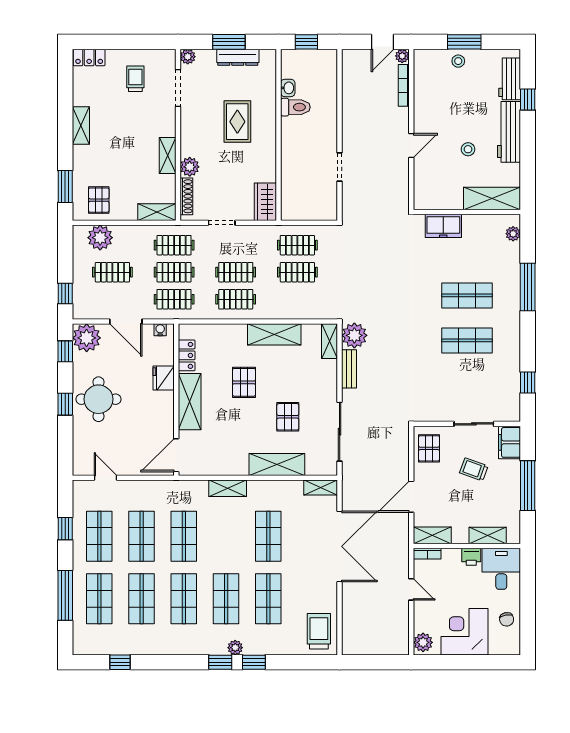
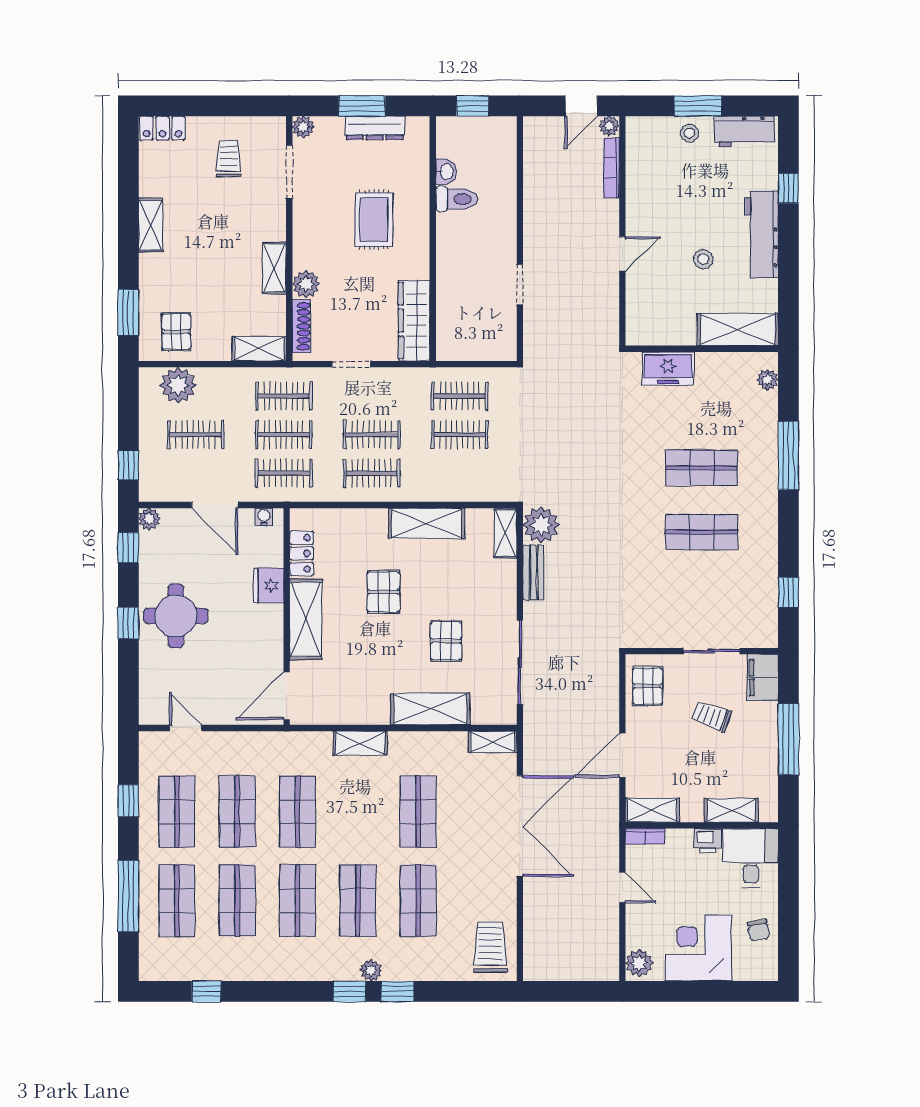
workbench: (510, 79) -> (744, 132), moved, turned -90
wardrobe: (265, 202) -> (414, 321), width x1.50
plant: (87, 338) -> (149, 519), width x0.53, depth x0.53

